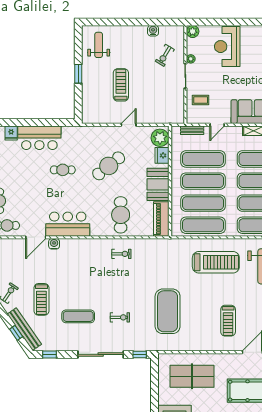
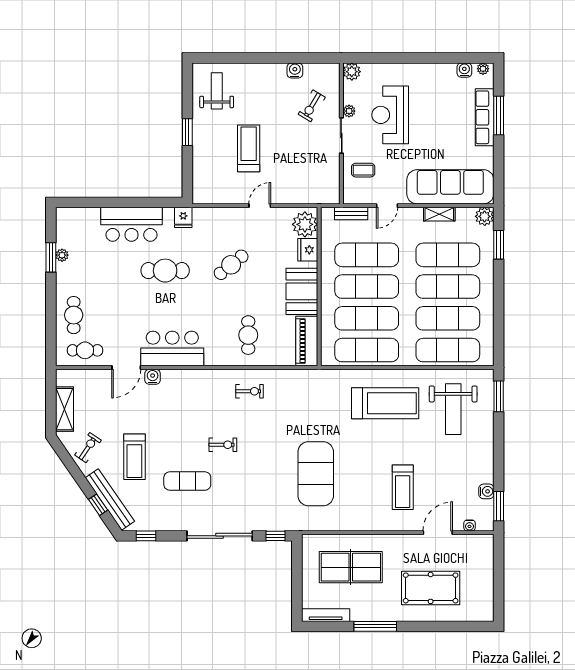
reception desk: (227, 47) -> (390, 115), moved
fridge: (11, 133) -> (183, 217), moved
cafe table: (109, 166) -> (231, 265), width x0.73, depth x0.74
cafe table: (63, 170) -> (165, 271), width x1.37, depth x1.35
cafe table: (121, 215) -> (248, 335), width x0.73, depth x0.74
exercise bike: (120, 317) -> (223, 445), moved

